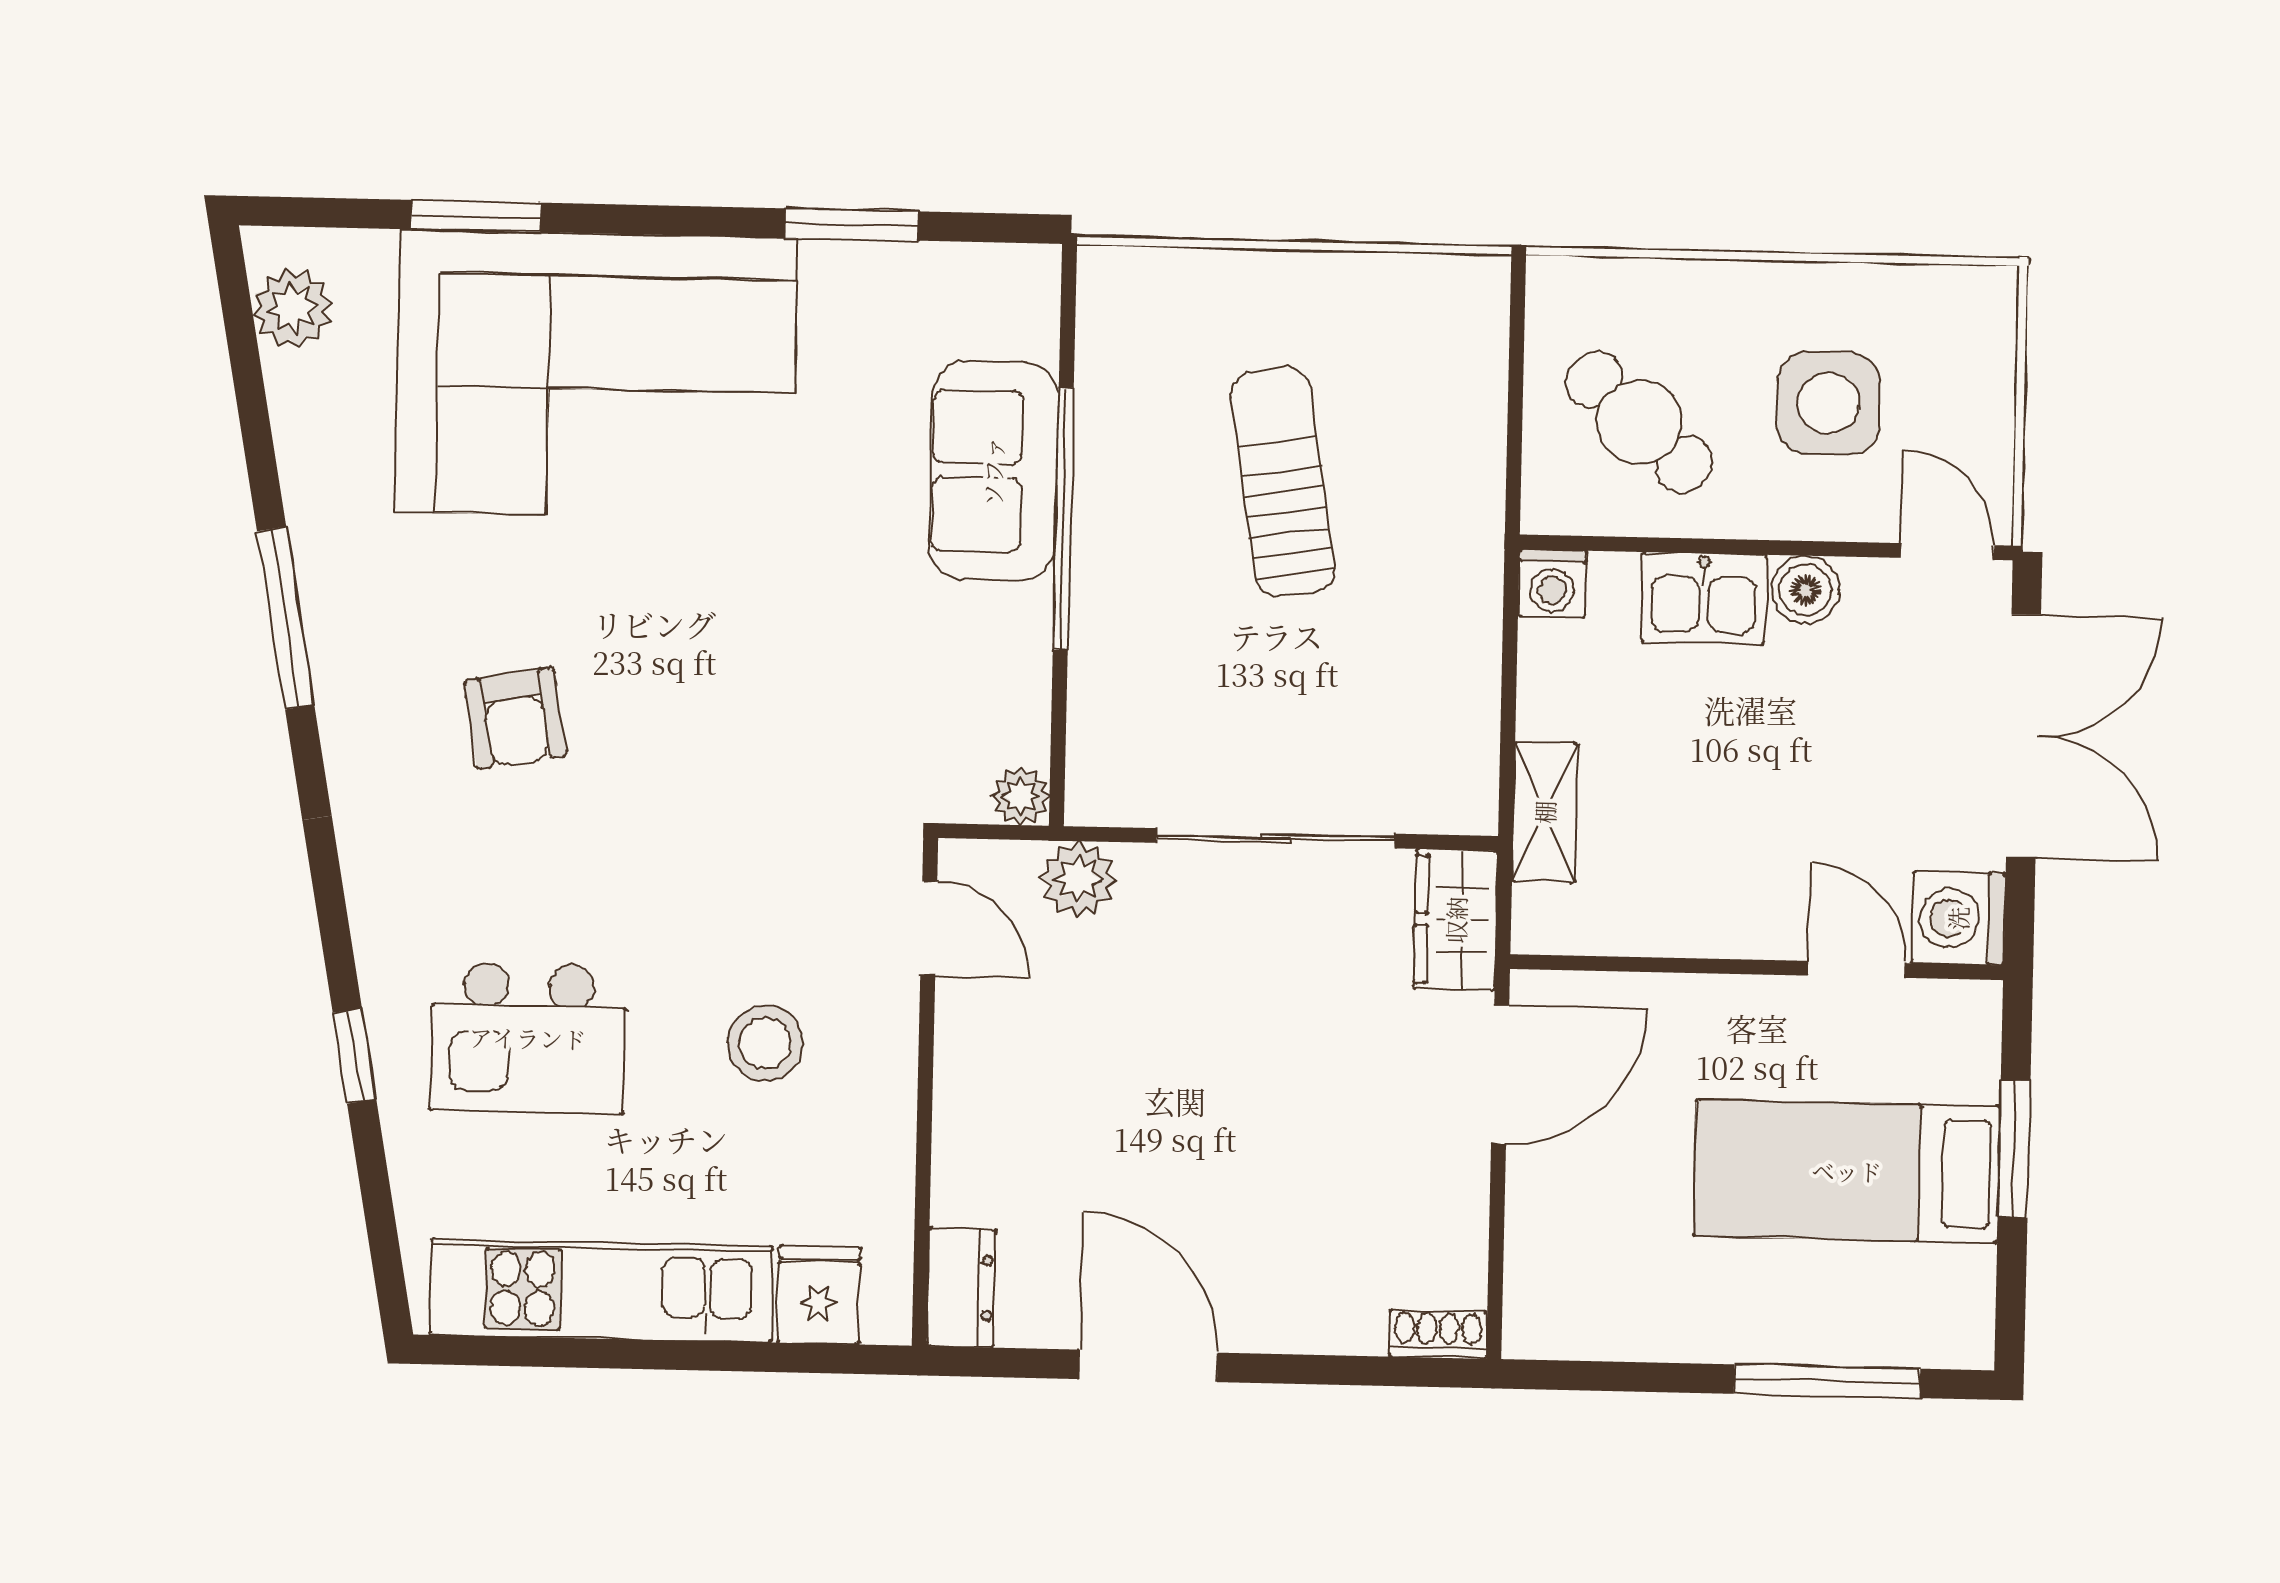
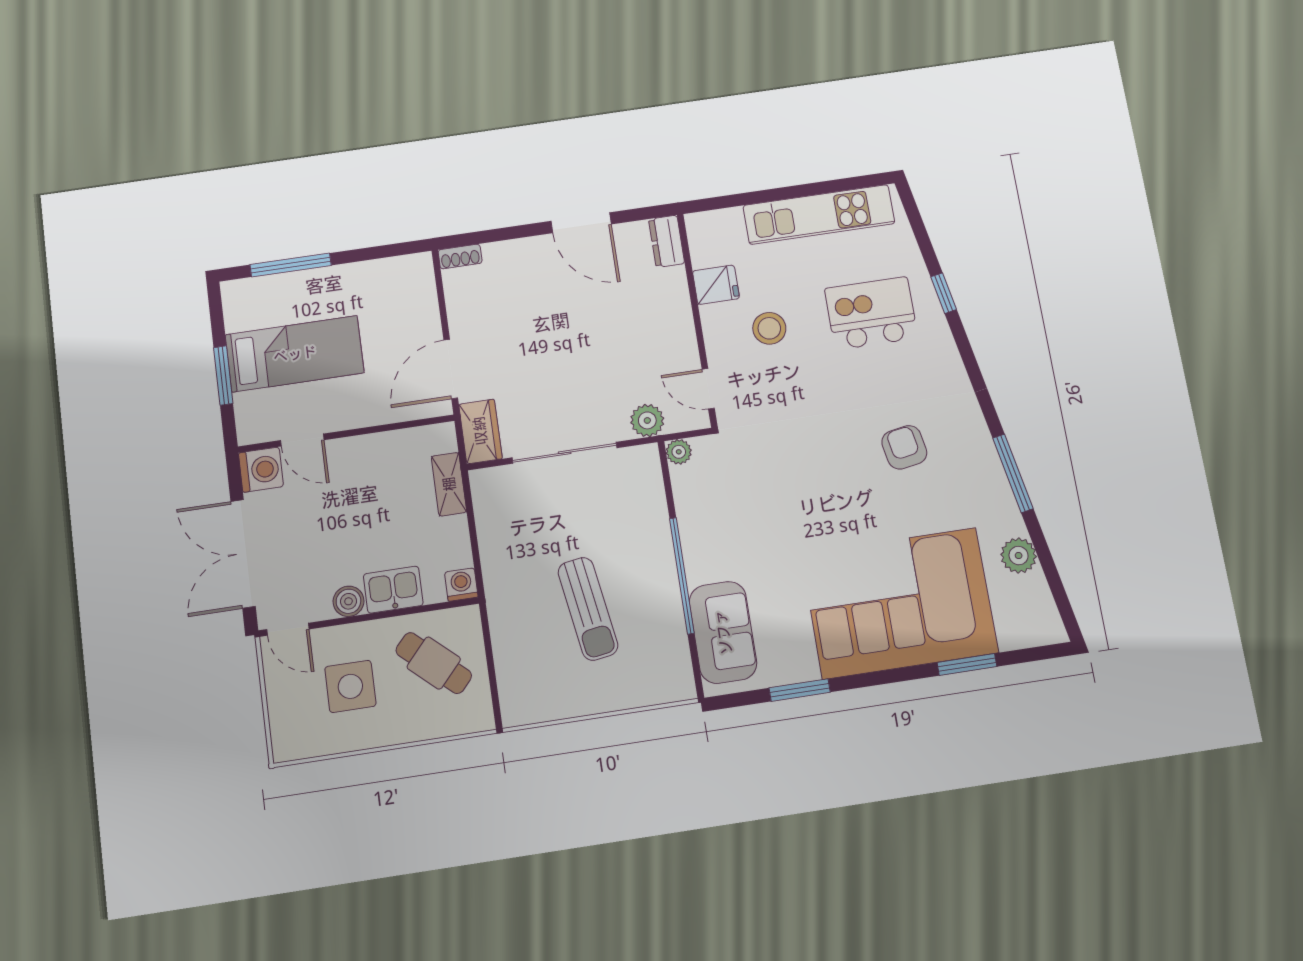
plant: (293, 308) -> (1019, 556), moved
sofa: (993, 471) -> (723, 632), moved
fridge: (819, 1295) -> (716, 285), moved, turned -90

